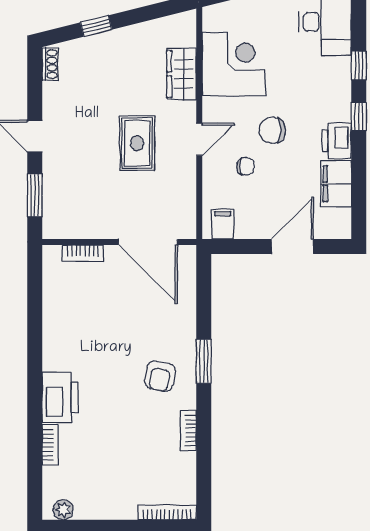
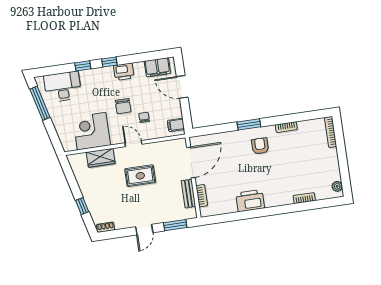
filing cabinet: (336, 184) -> (157, 67), moved
bench: (90, 229) -> (188, 194), added
armchair: (160, 376) -> (260, 146), turned -101
printer: (60, 397) -> (250, 201), moved

